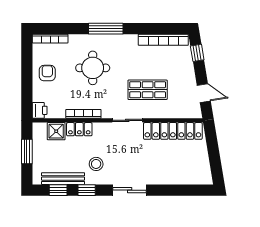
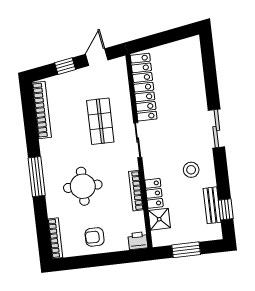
window: (197, 53) -> (65, 66), moved
bench: (63, 179) -> (212, 205), width x0.73
window: (87, 190) -> (222, 177), removed

